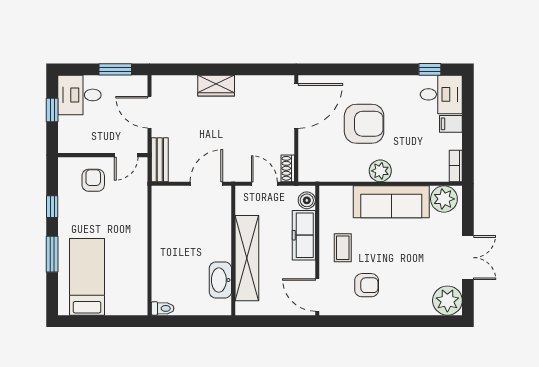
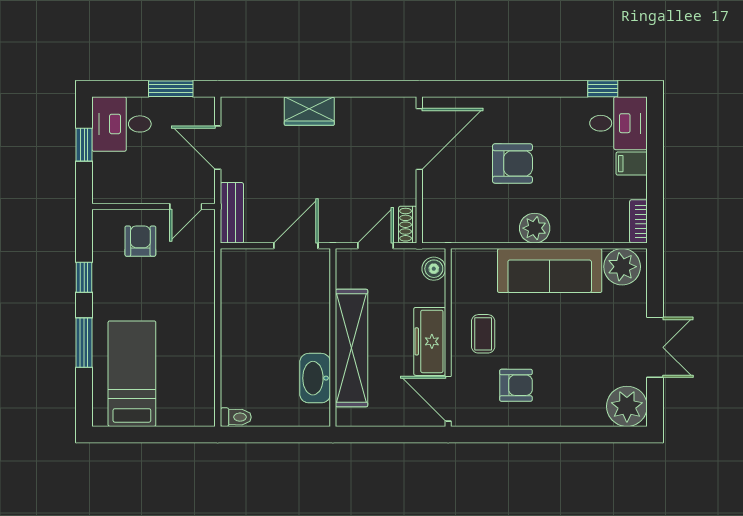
armchair: (364, 124) -> (512, 163), width x0.73, depth x0.73
door: (264, 184) -> (376, 246), hinge flipped
freezer: (304, 235) -> (430, 341), moved

